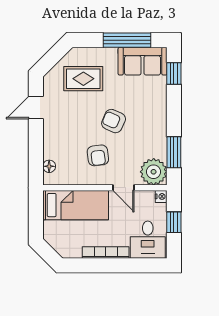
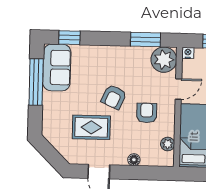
rug: (83, 79) -> (91, 127), moved, turned 90
armchair: (98, 155) -> (147, 113), turned -83
floor lamp: (49, 166) -> (134, 160), moved
plant: (66, 178) -> (168, 144), added

